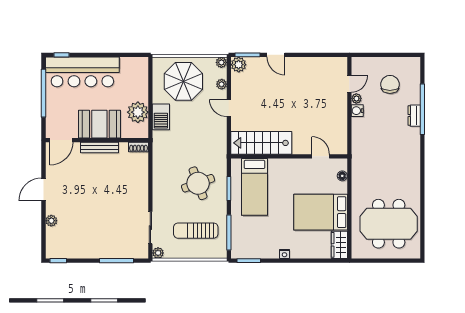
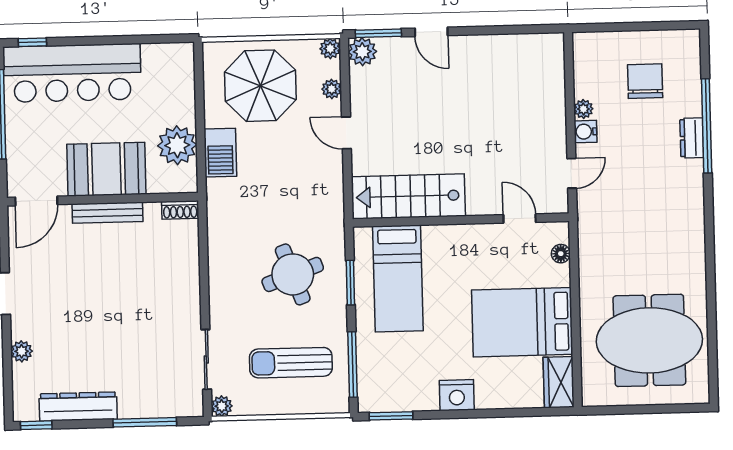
door: (349, 84) -> (572, 173), moved
dresser: (81, 251) -> (78, 406), added
nightstand: (284, 254) -> (457, 395), width x1.89, depth x1.79

